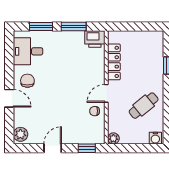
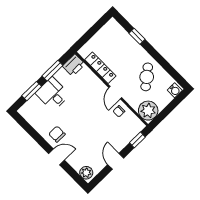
desk: (28, 51) -> (53, 94), moved, turned 90
plant: (113, 138) -> (148, 111), width x1.87, depth x1.87

